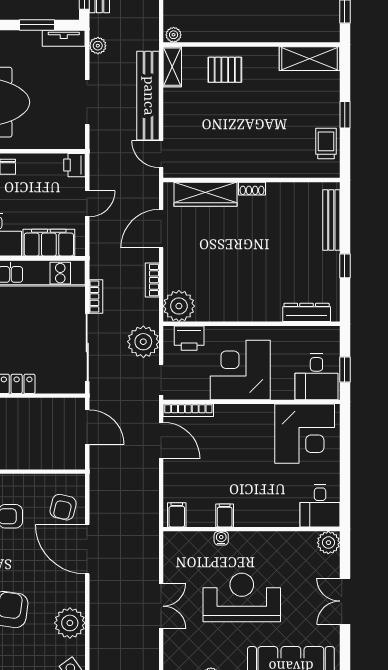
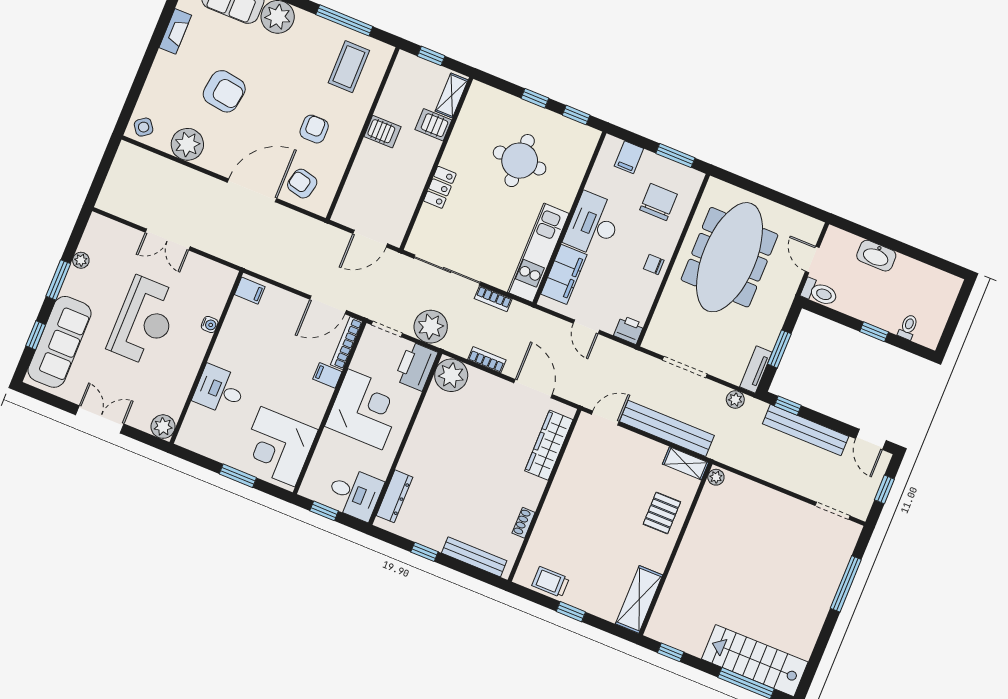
trolley: (326, 143) -> (550, 582), turned 180
shoe rack: (252, 189) -> (524, 523), moved
printer: (189, 338) -> (416, 366), width x1.37, depth x1.19
desk: (316, 377) -> (355, 493), moved, turned 180
window: (345, 459) -> (238, 476), added
desk: (320, 506) -> (220, 390), moved
filing cabinet: (225, 515) -> (327, 375), moved, turned 180

